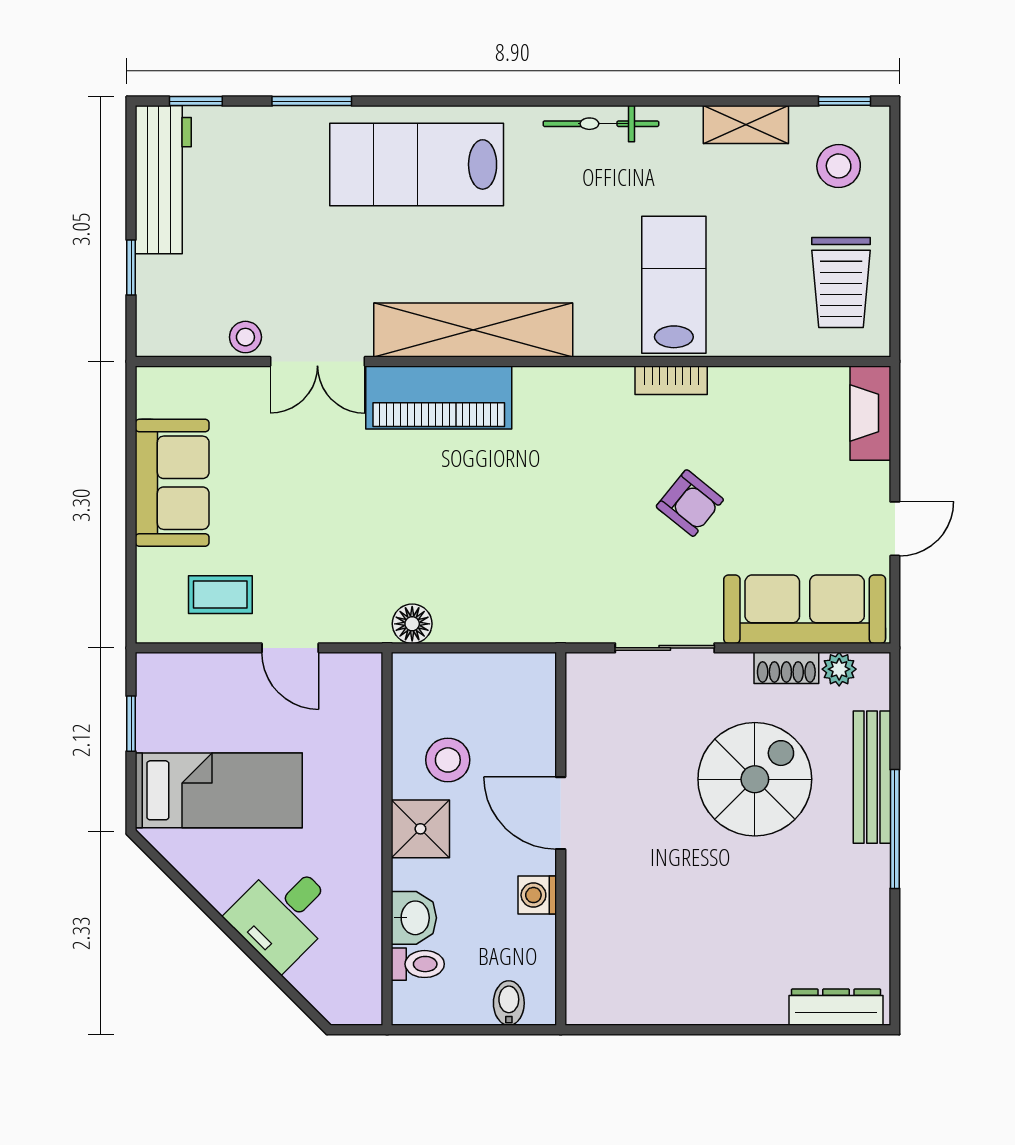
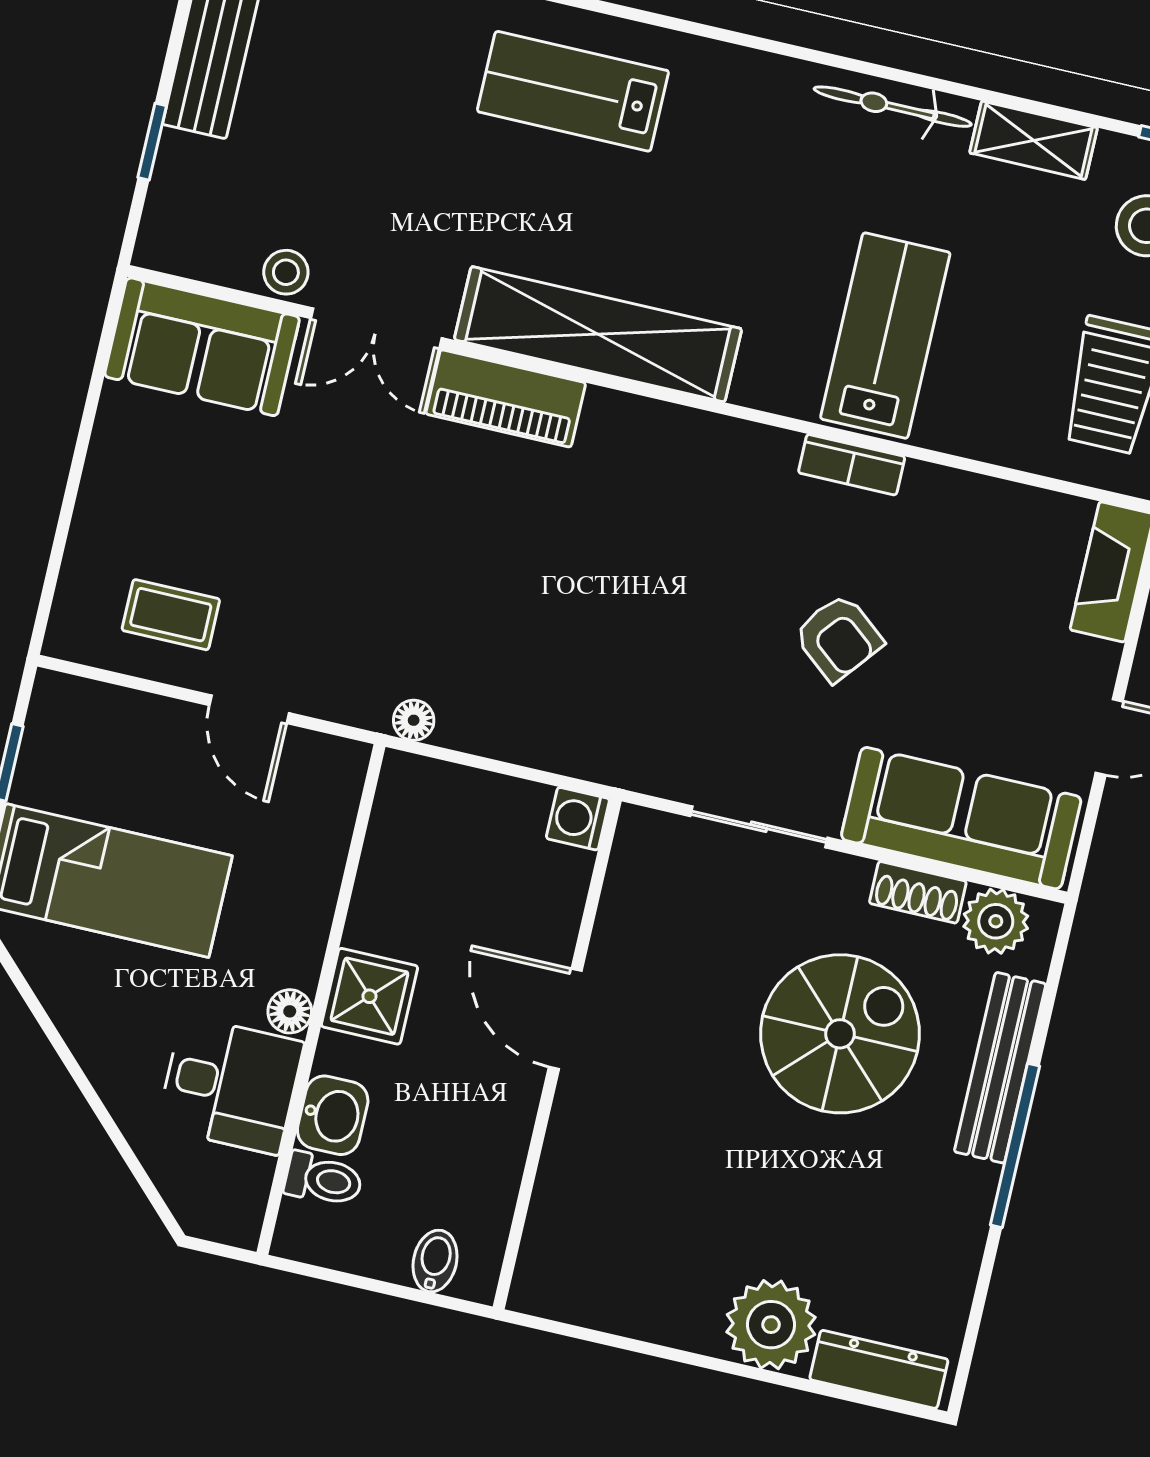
bicycle: (601, 124) -> (893, 107), moved
lab bench: (417, 164) -> (573, 91), width x0.73, depth x0.72
piano: (439, 397) -> (506, 398), width x0.73, depth x0.75
sofa: (172, 483) -> (202, 347), moved, turned 90
floor lamp: (412, 624) -> (414, 720), width x0.73, depth x0.73
plant: (839, 669) -> (996, 921), width x1.38, depth x1.38
stool: (448, 760) -> (428, 911), removed
floor lamp: (367, 852) -> (290, 1011), added
washing machine: (537, 895) -> (578, 819), moved
desk: (283, 914) -> (230, 1085), moved, turned -135
plant: (754, 993) -> (771, 1325), added

